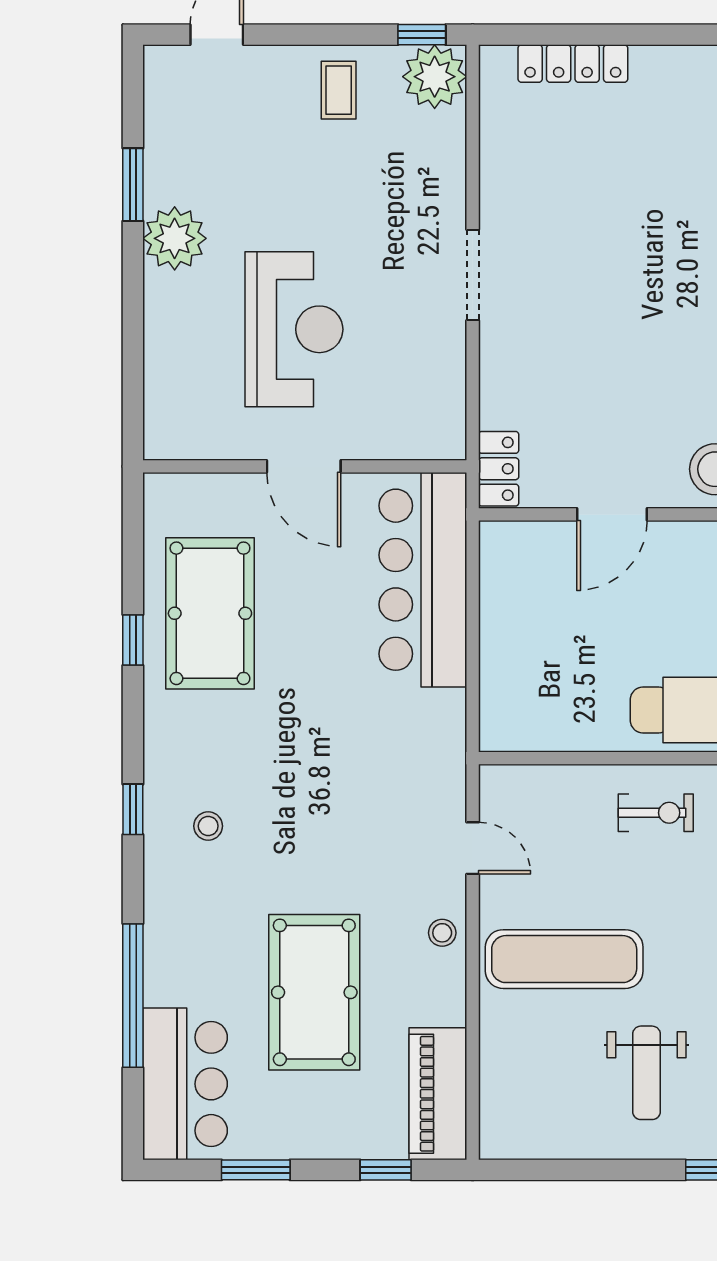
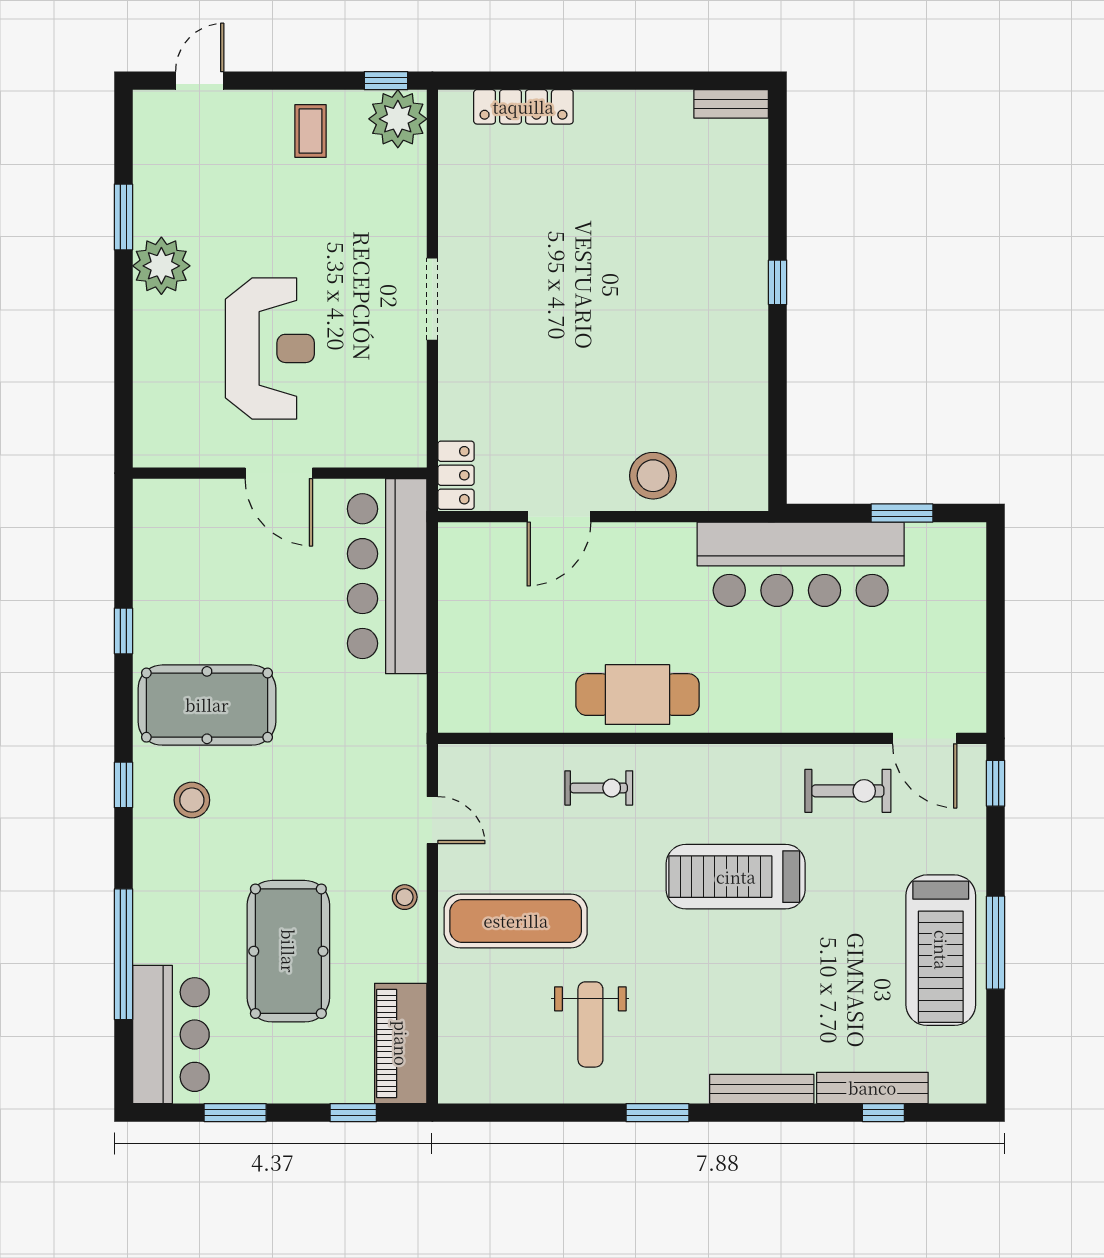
pool table: (210, 613) -> (207, 705), moved, turned 90
stool: (208, 826) -> (192, 800), width x1.37, depth x1.37

